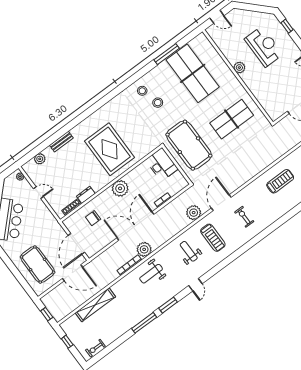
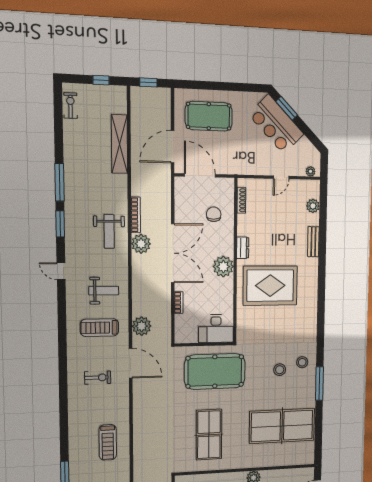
window: (167, 54) -> (319, 384), moved
dresser: (86, 195) -> (243, 248), moved
weight bench: (151, 274) -> (109, 231), turned 180

